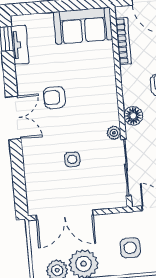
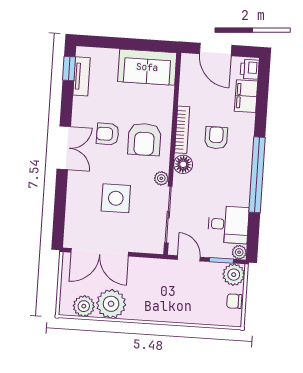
bookcase: (123, 41) -> (182, 130), moved
armchair: (91, 97) -> (144, 139), added
side table: (72, 159) -> (116, 198), width x1.87, depth x1.87
side table: (130, 248) -> (160, 295), removed

